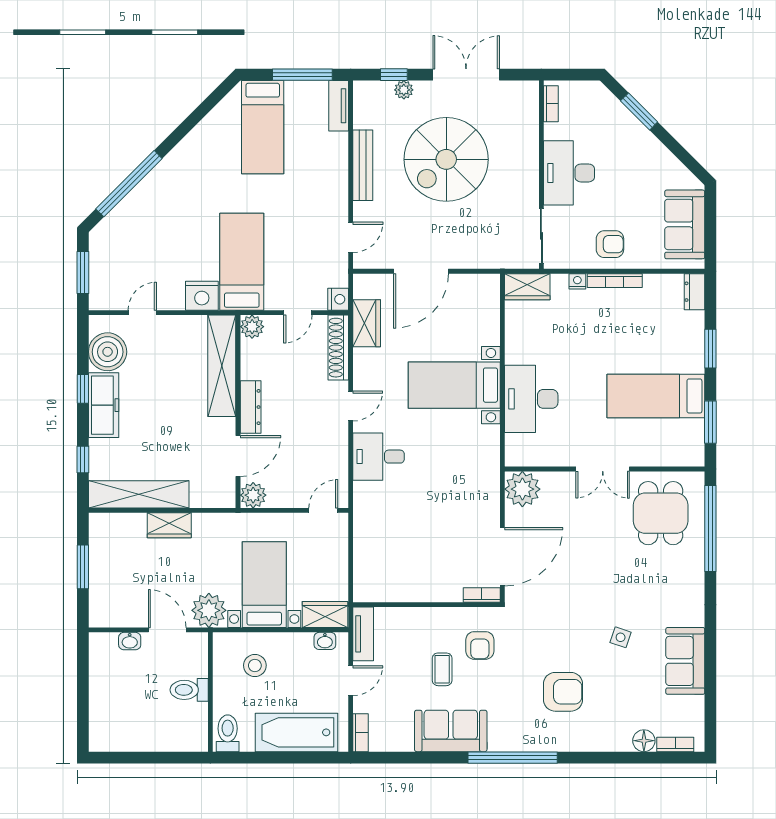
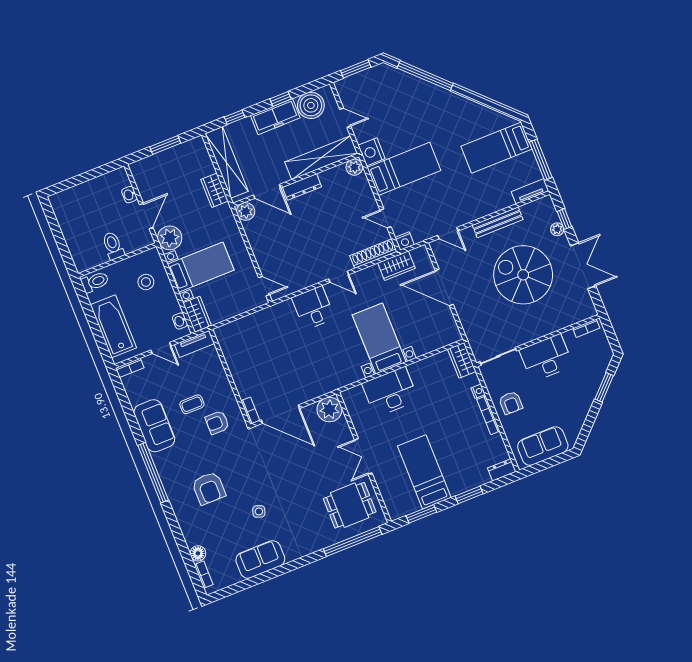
plant: (252, 327) -> (354, 167), moved
shelving: (222, 366) -> (321, 158), moved
dresser: (251, 407) -> (302, 187), moved
wall: (238, 411) -> (296, 180), moved
door: (238, 456) -> (267, 191), moved
plant: (253, 495) -> (246, 211), moved

